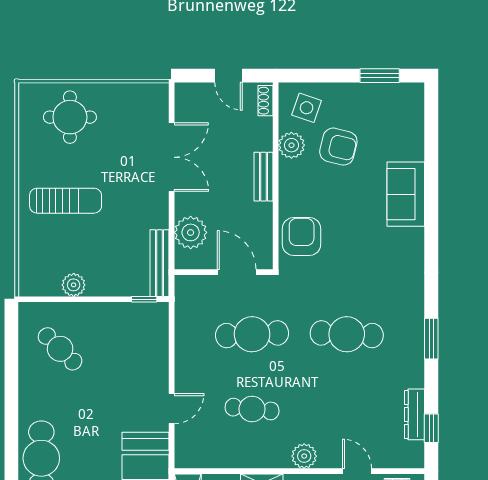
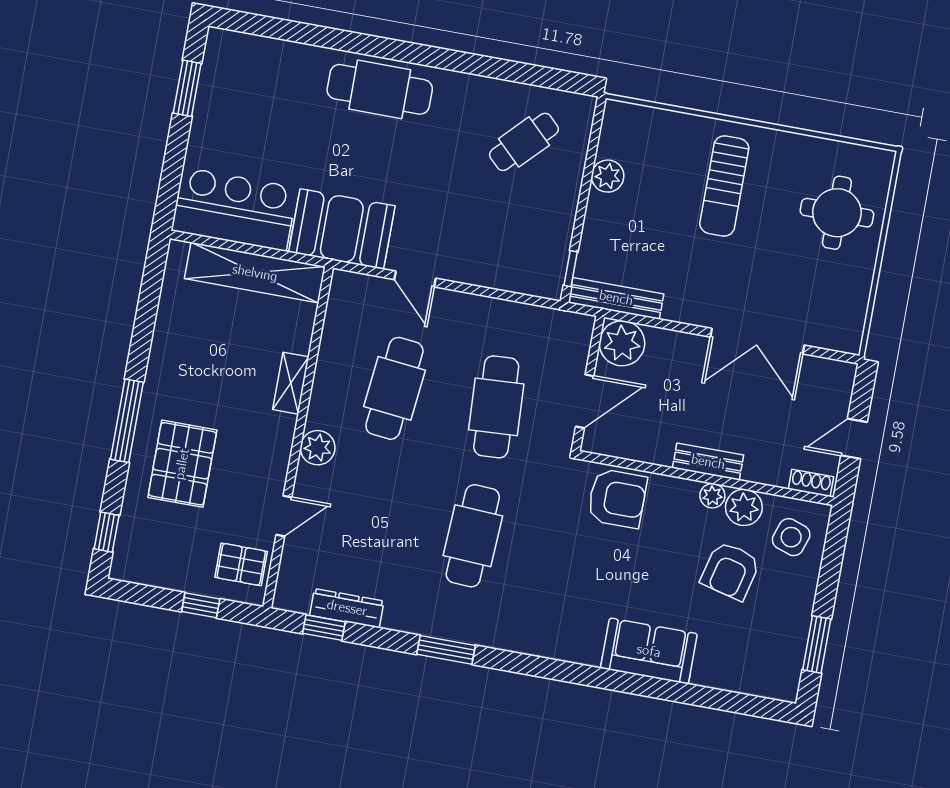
plant: (287, 169) -> (712, 496), added
plant: (191, 232) -> (622, 343), moved
cafe table: (252, 409) -> (394, 388), width x1.37, depth x1.35

